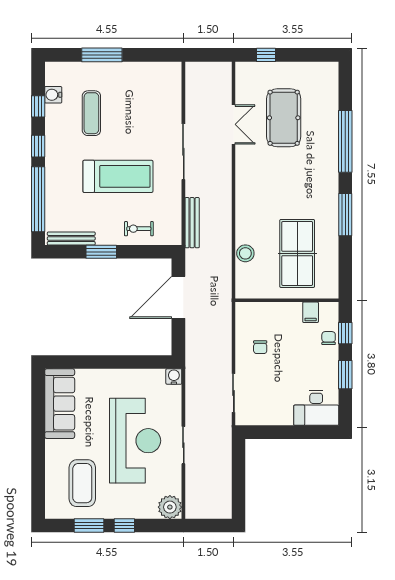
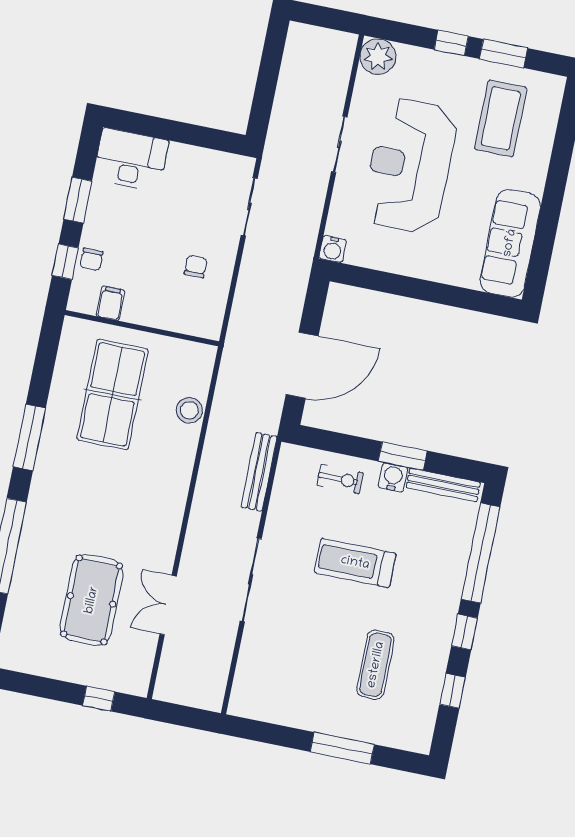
water cooler: (53, 95) -> (393, 477), moved, turned -90
treadmill: (118, 176) -> (355, 563), width x0.73, depth x0.73

